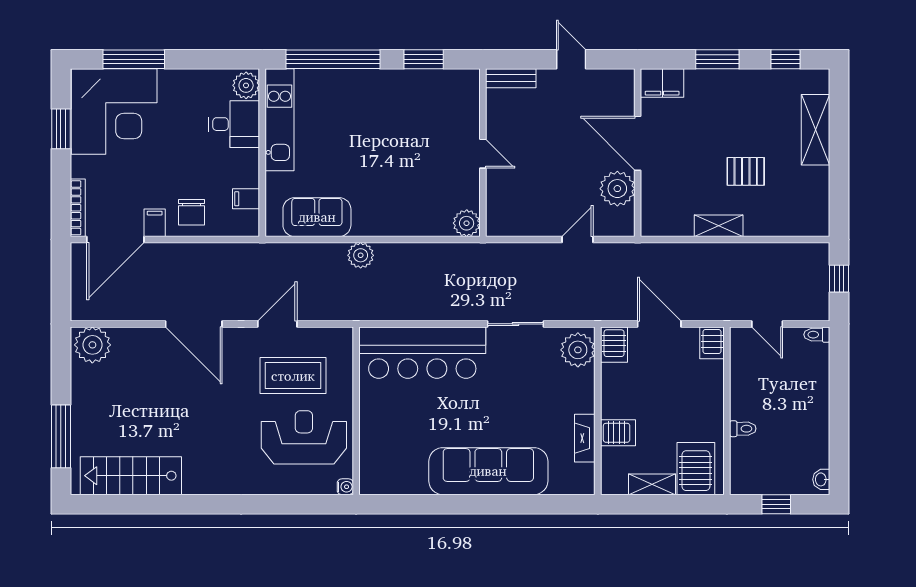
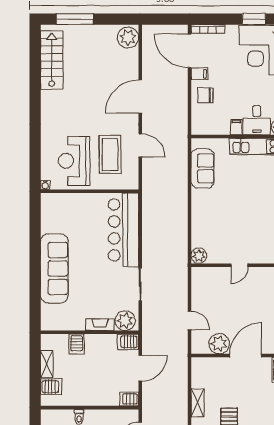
filing cabinet: (246, 199) -> (236, 127), moved
plant: (361, 255) -> (180, 194), removed
reception desk: (304, 437) -> (74, 161), turned 180
fireplace: (585, 438) -> (100, 325), moved
server rack: (696, 469) -> (51, 387), width x0.73, depth x0.70

